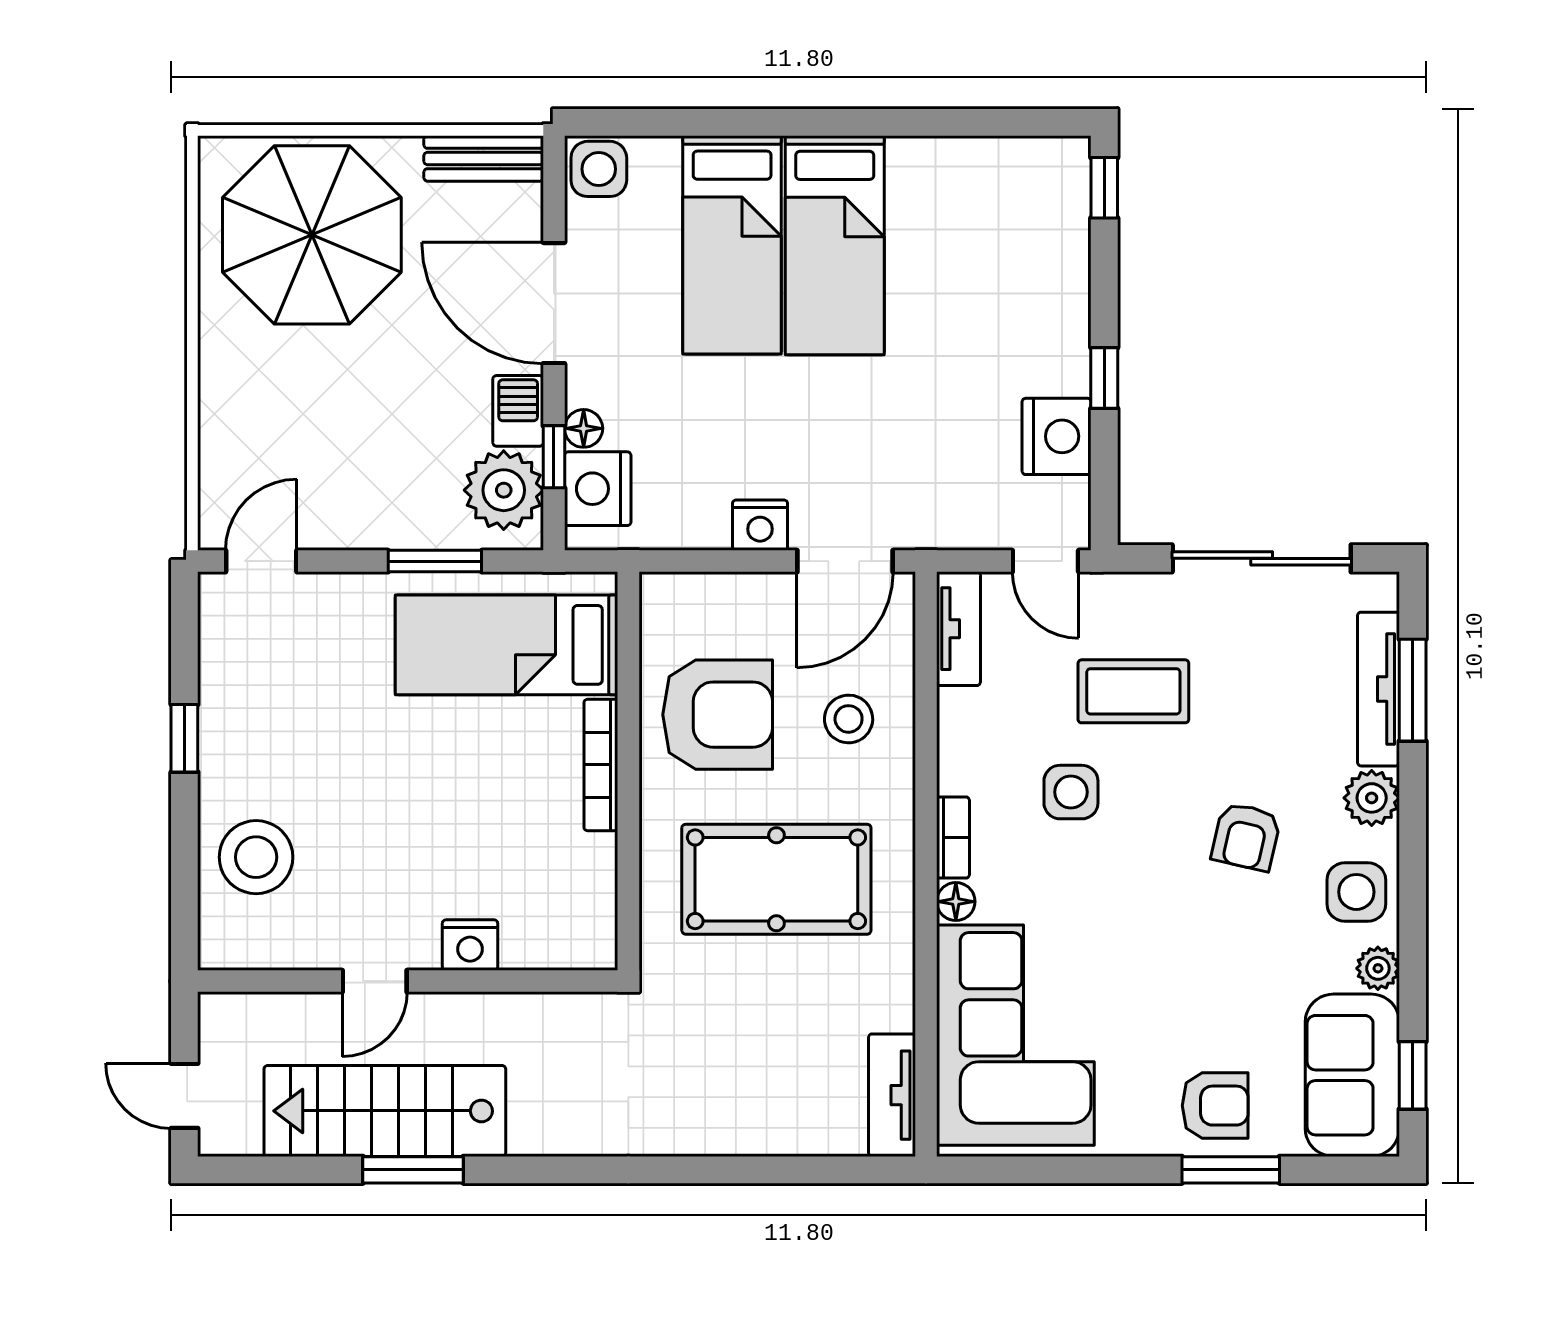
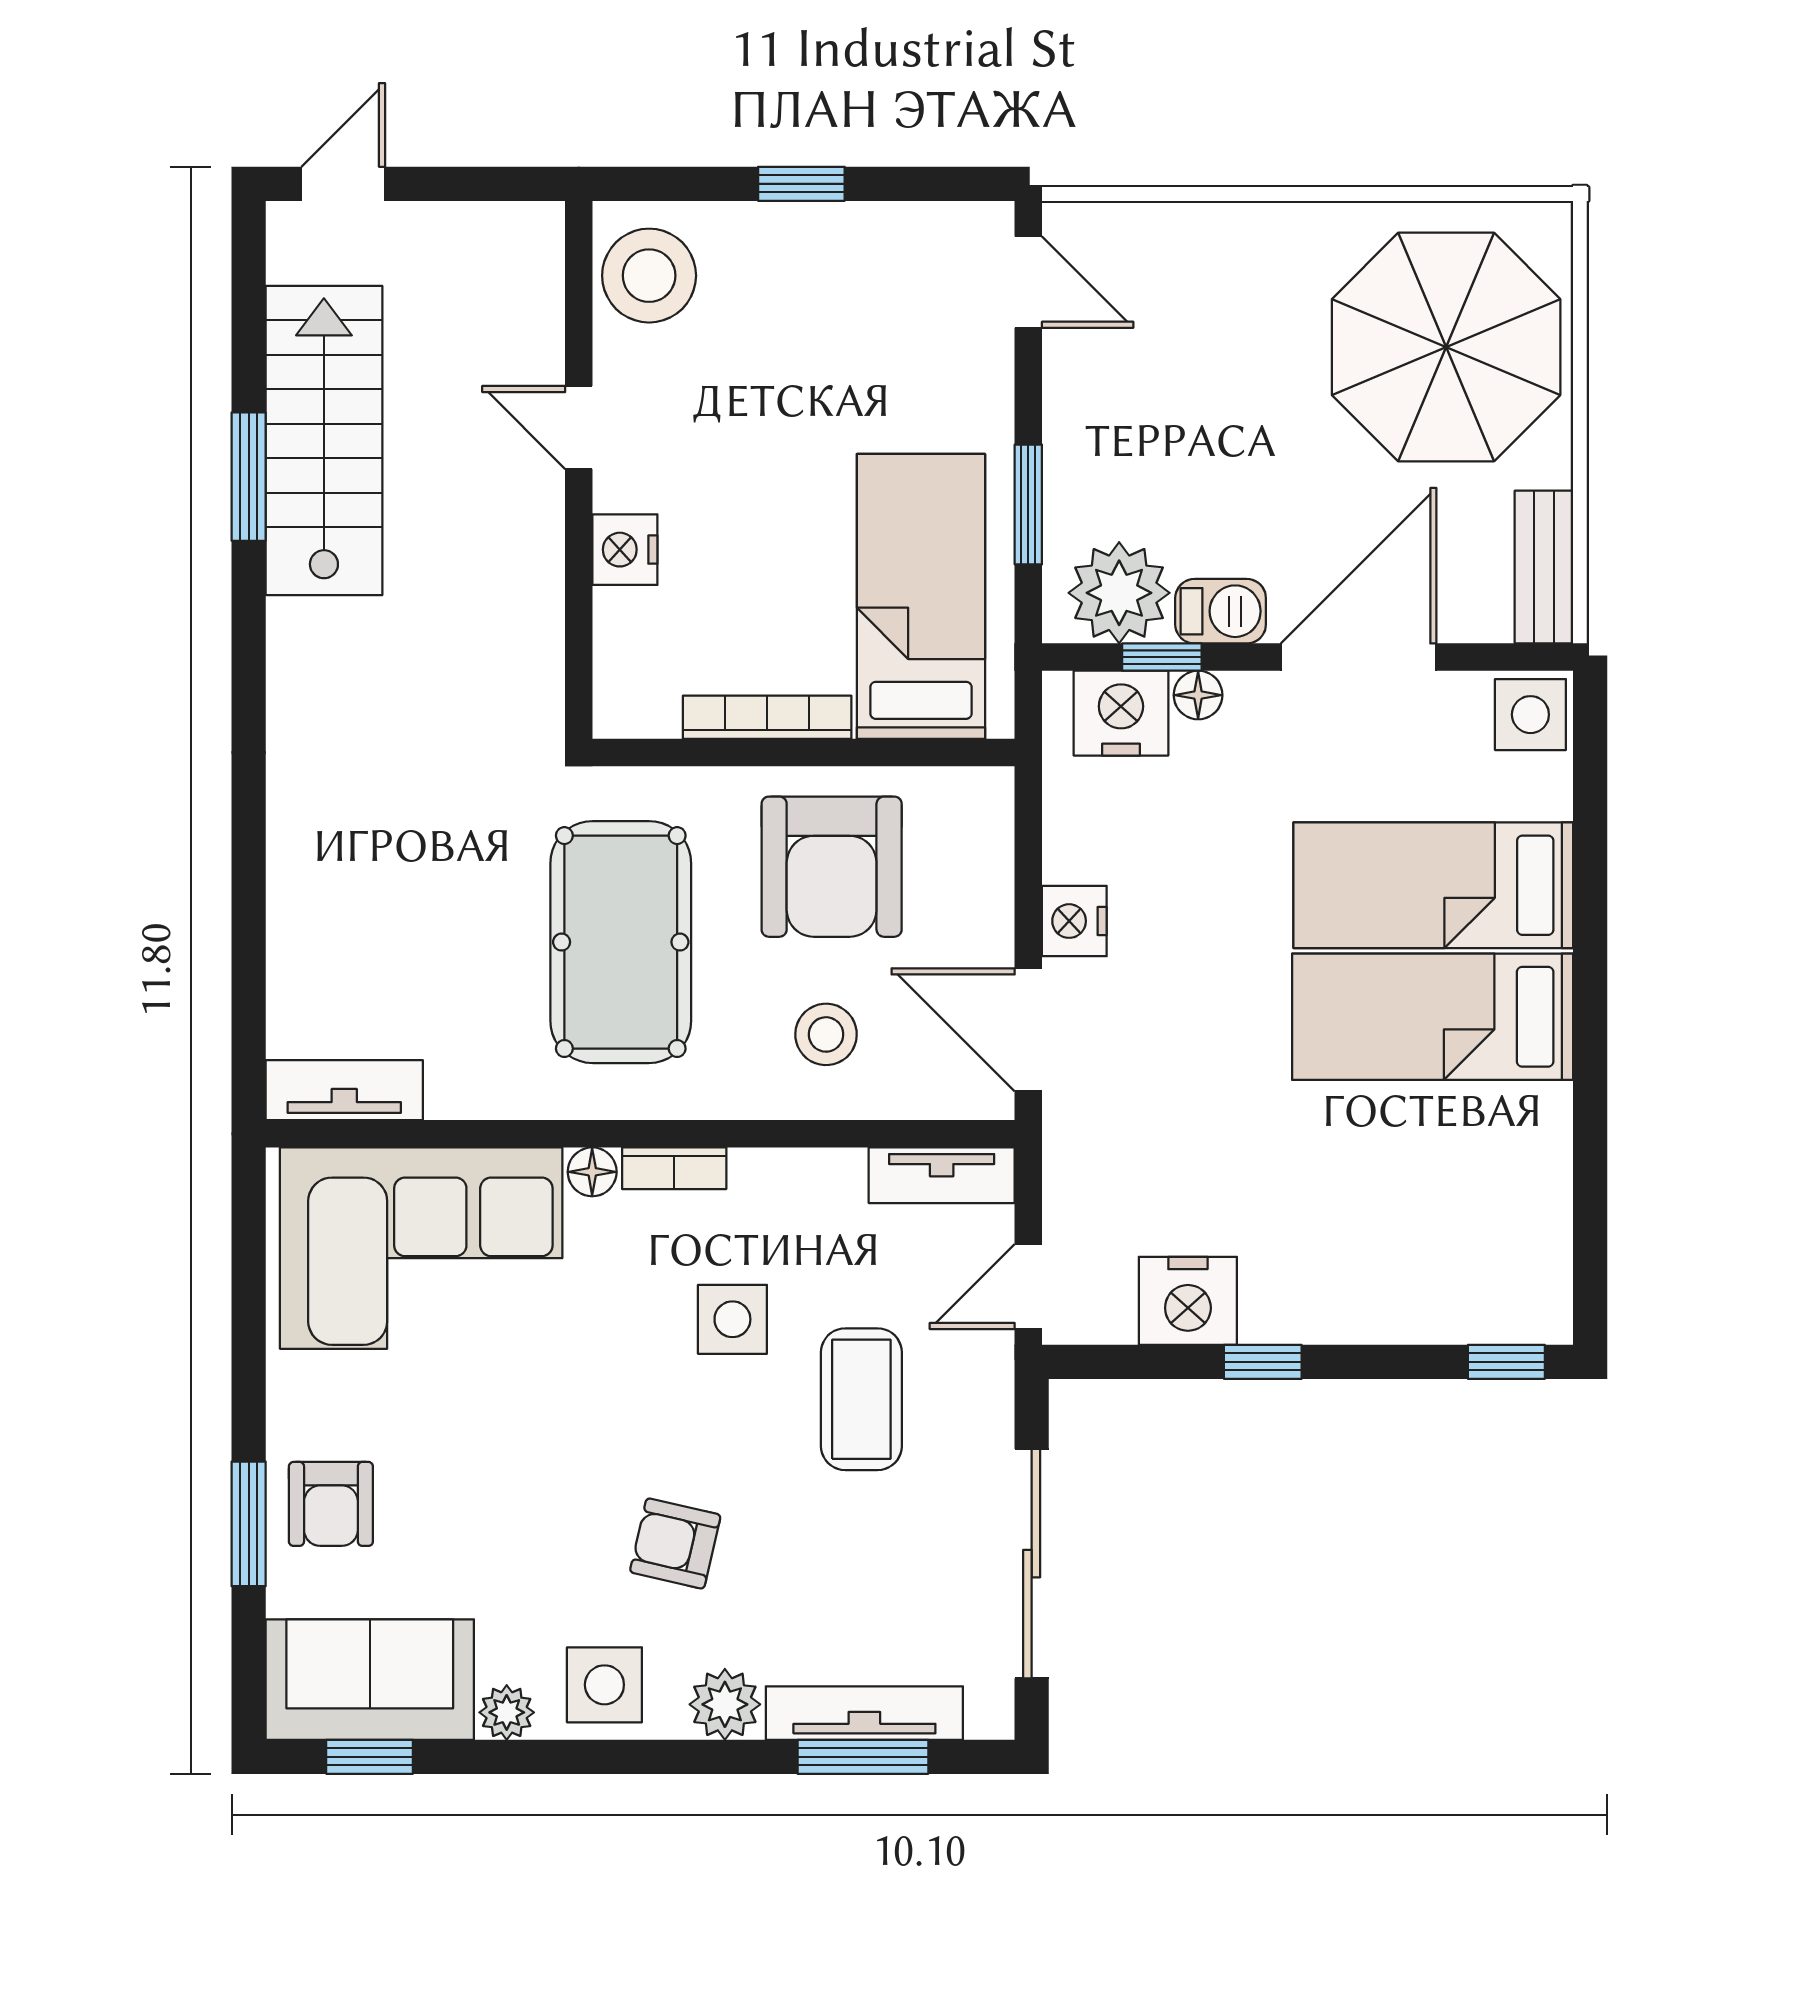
nightstand: (470, 945) -> (625, 550), moved
door: (375, 981) -> (579, 427), moved
wall: (408, 981) -> (579, 470), moved

